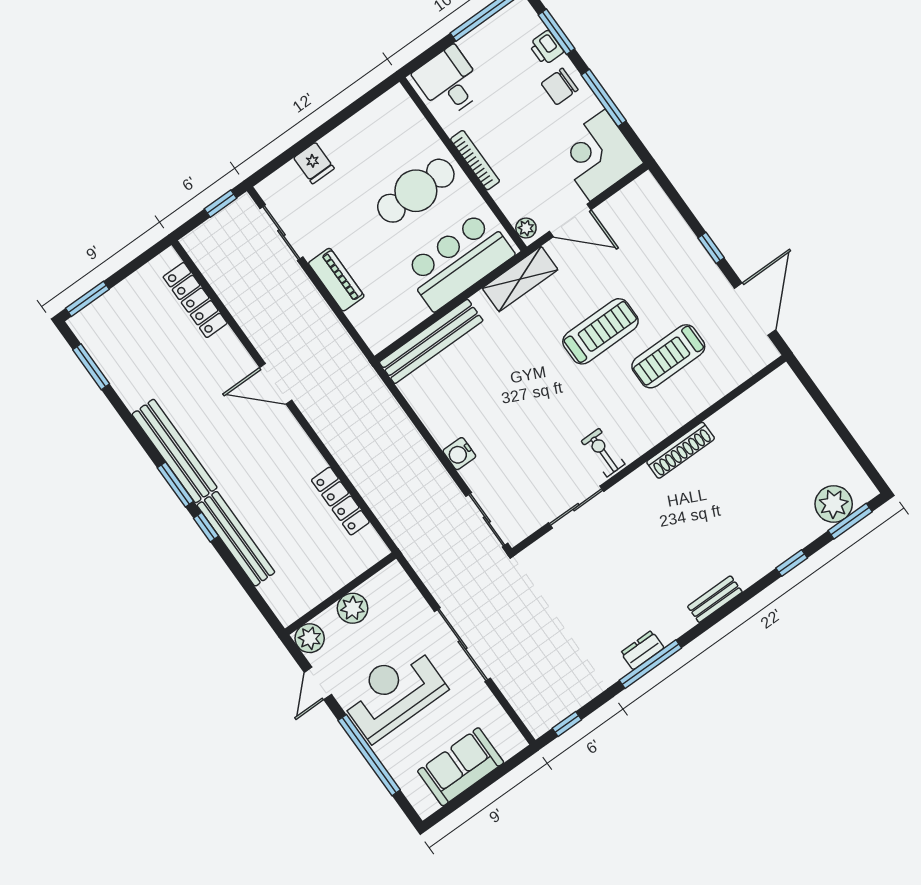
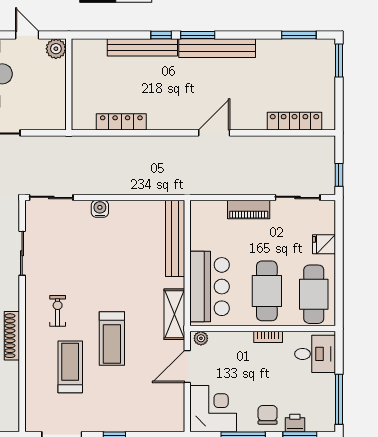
cafe table: (381, 133) -> (314, 294), added
bookcase: (475, 160) -> (268, 337), width x0.64
exercise bike: (603, 452) -> (58, 311), moved, turned -90
plant: (353, 608) -> (56, 85), removed

